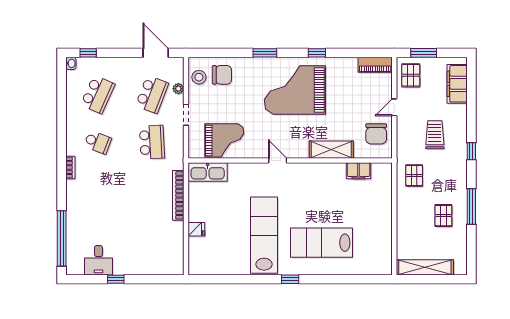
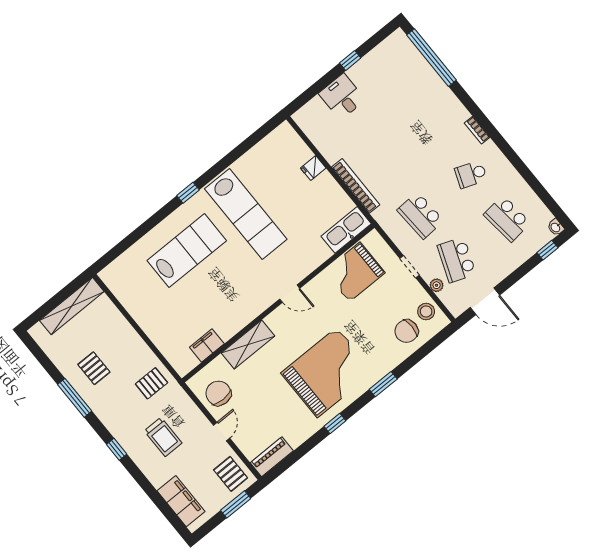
school desk: (98, 94) -> (507, 219), turned -30
pallet: (414, 175) -> (151, 383), turned 90
desk: (99, 260) -> (342, 97), moved

